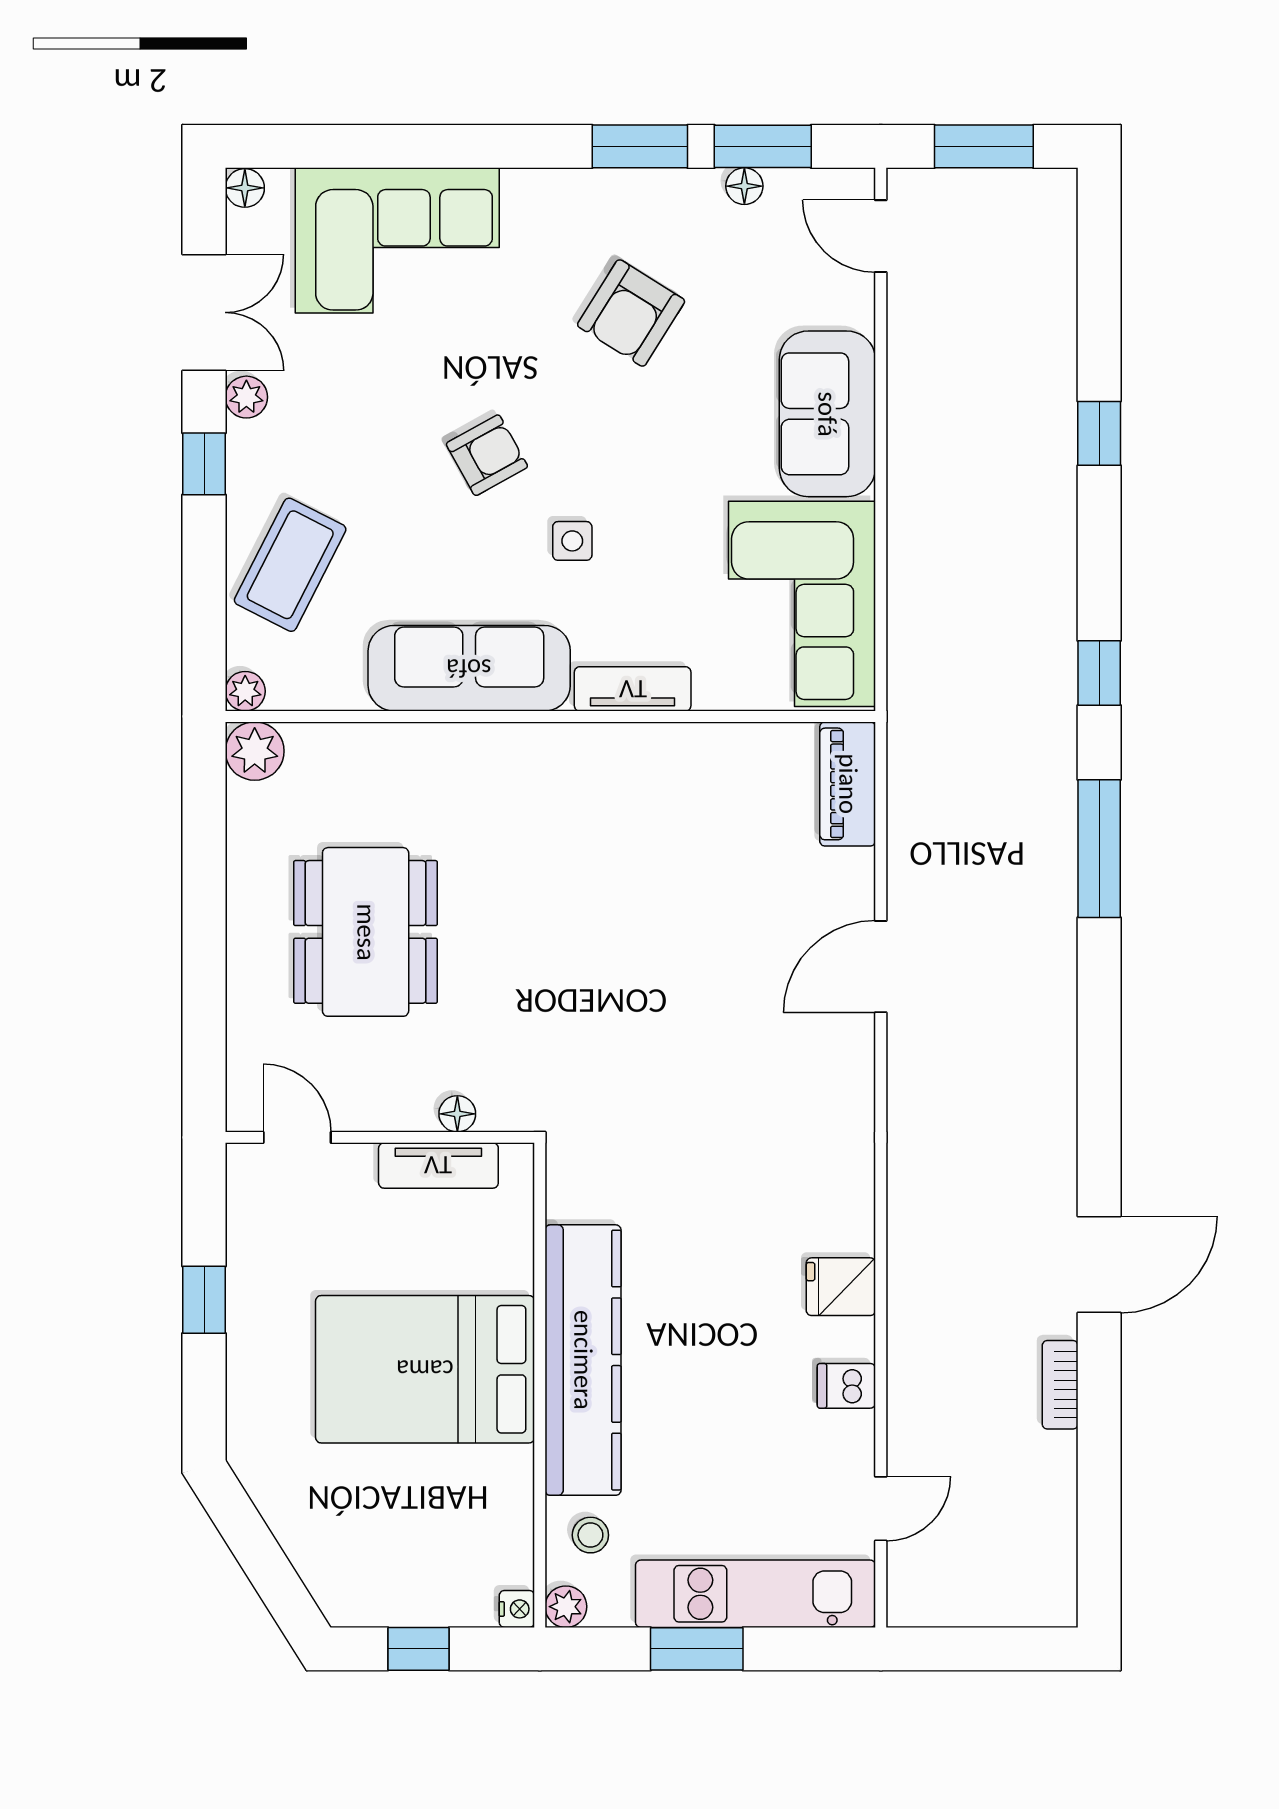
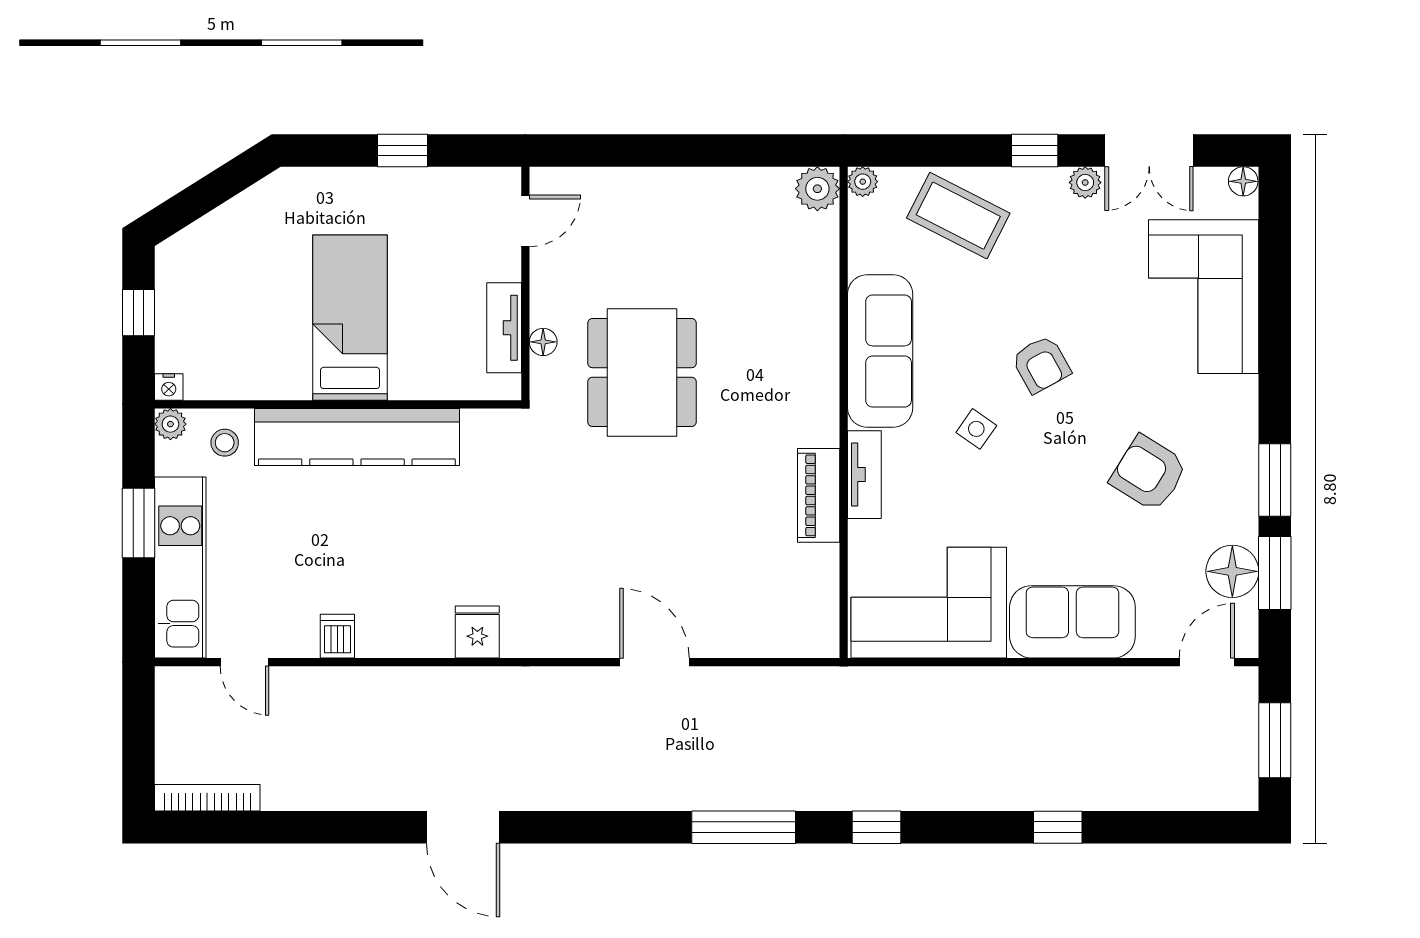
floor lamp: (744, 186) -> (1232, 571), width x1.89, depth x1.89
side table: (572, 541) -> (976, 429), turned 35
piano: (848, 784) -> (819, 495), moved, turned -90
dining table: (366, 932) -> (642, 372), moved, turned 90
door: (1099, 1265) -> (463, 827), moved
fridge: (841, 1287) -> (477, 632), moved
bed: (425, 1369) -> (350, 318), width x0.67
bookcase: (1060, 1385) -> (207, 798), moved, width x1.56

